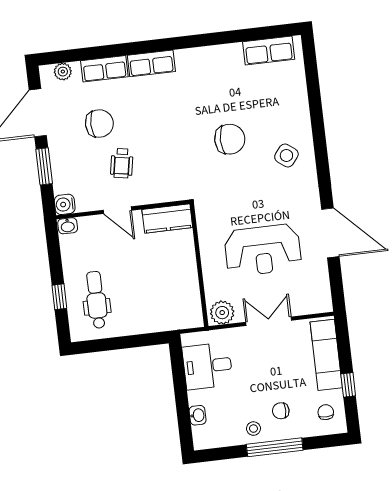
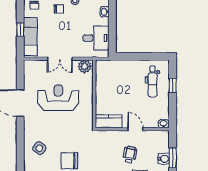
water cooler: (65, 204) -> (164, 159), moved
window: (348, 385) -> (20, 30), moved

